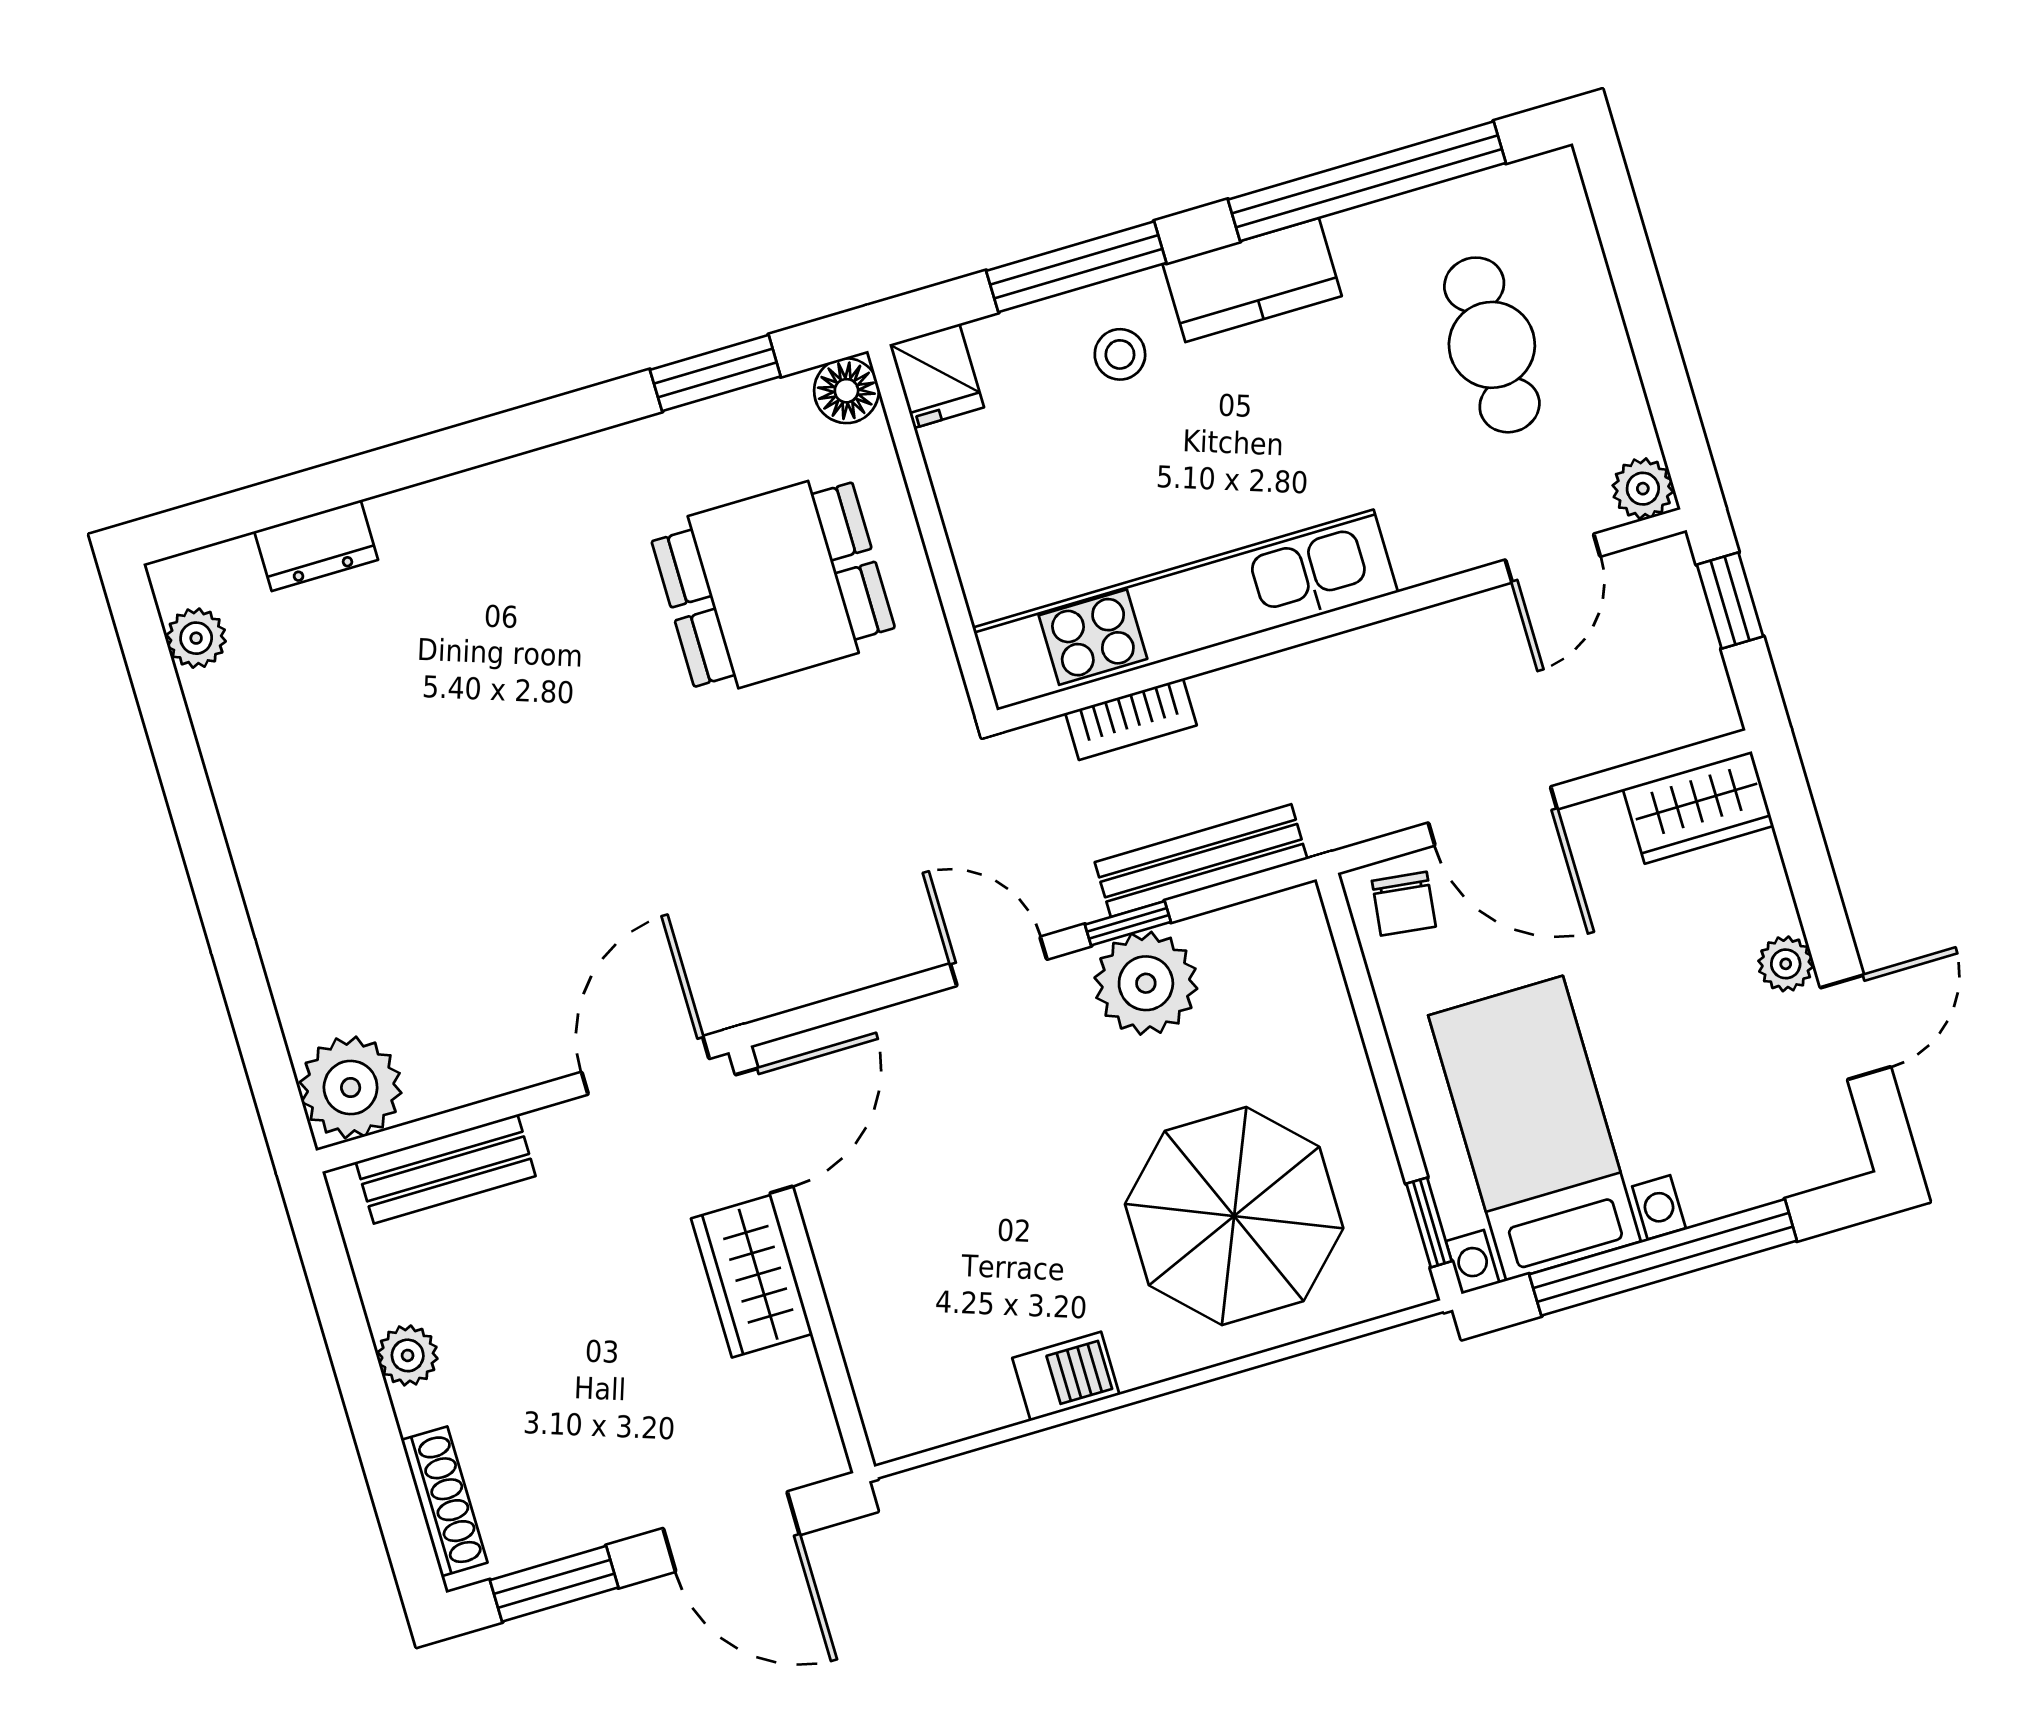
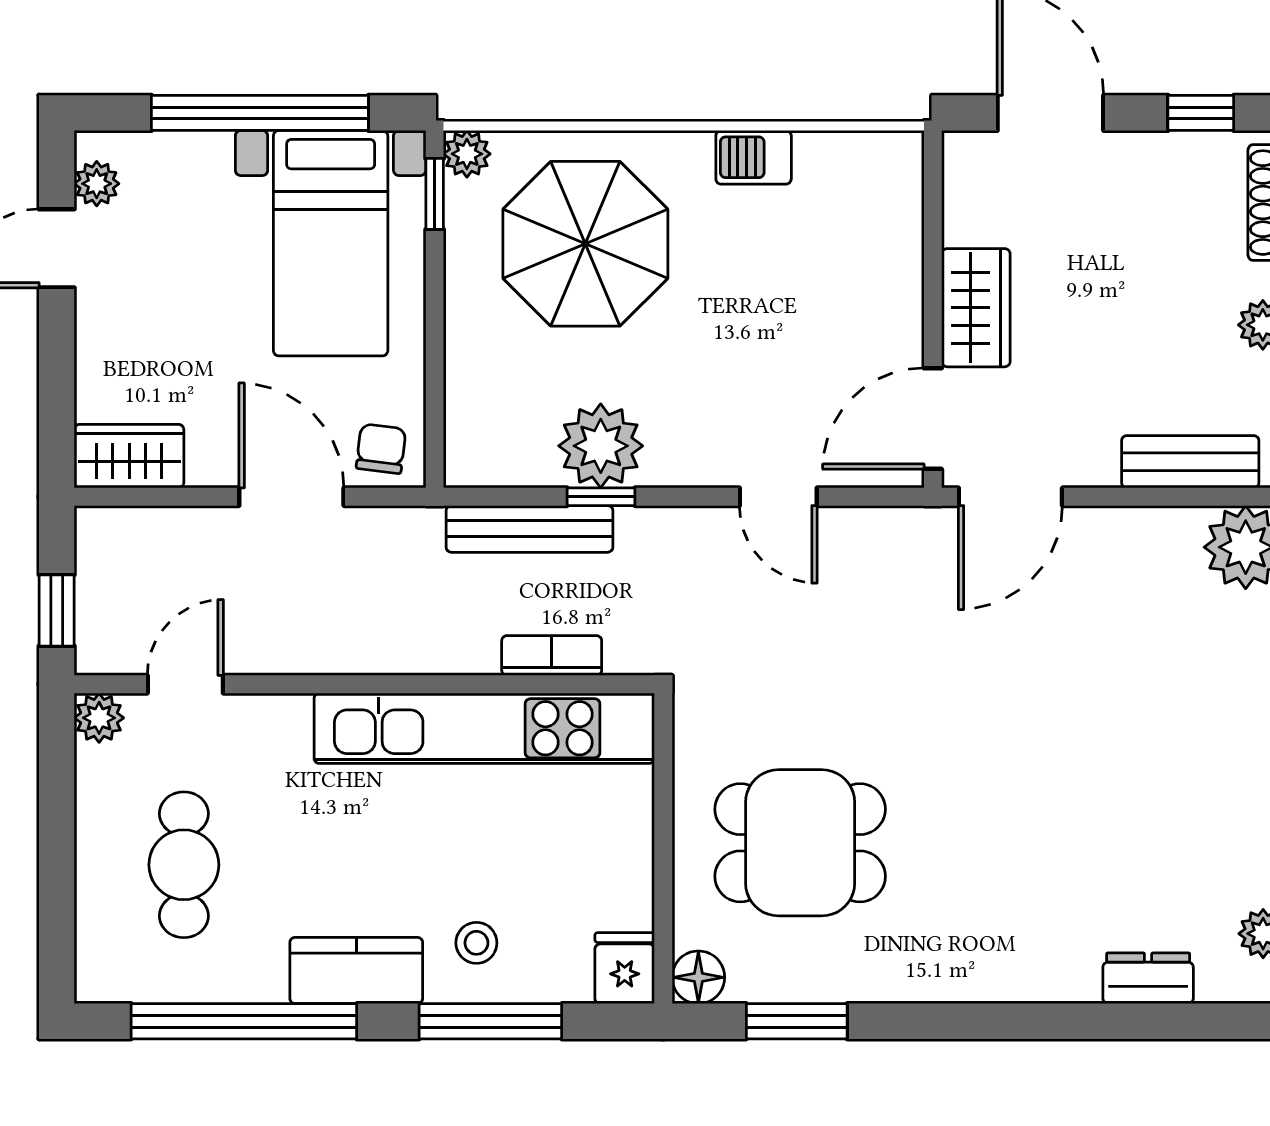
door: (998, 961) -> (778, 497), moved
plant: (1786, 964) -> (97, 184), moved
plant: (1405, 1281) -> (467, 154), added
window: (554, 1584) -> (1201, 113), width x0.67

